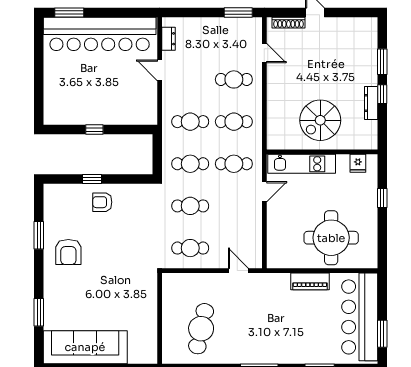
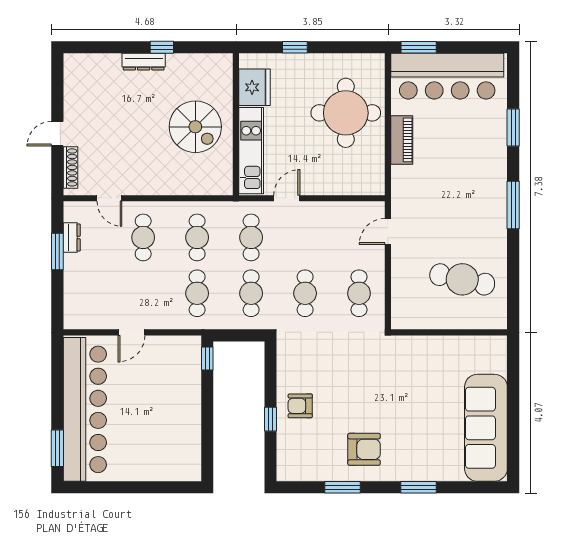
window: (238, 12) -> (57, 252), moved
dresser: (168, 39) -> (72, 237), moved, turned 90
door: (264, 53) -> (109, 198), swing flipped
window: (382, 62) -> (121, 47), removed
dresser: (371, 103) -> (144, 62), moved
window: (94, 130) -> (207, 359), moved
fridge: (358, 163) -> (255, 87), width x1.88, depth x1.34
door: (264, 192) -> (287, 198), hinge flipped
armchair: (102, 202) -> (300, 406), turned 90
window: (39, 312) -> (418, 487), moved
window: (382, 334) -> (419, 47), moved

